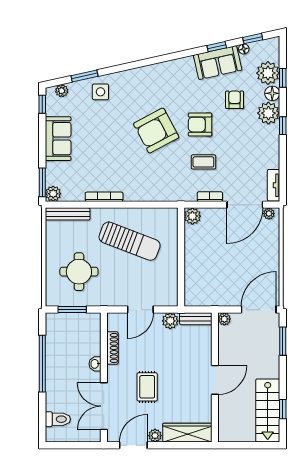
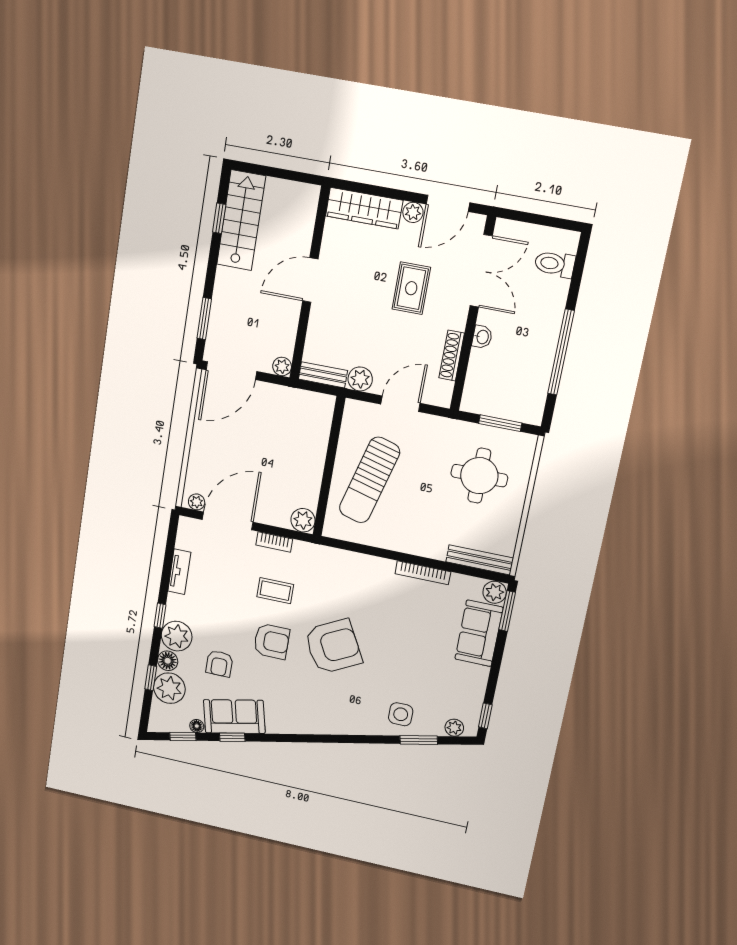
sofa: (58, 139) -> (479, 633), moved
tv unit: (274, 185) -> (179, 572), moved
sun lounger: (130, 241) -> (369, 480), moved, turned -96

